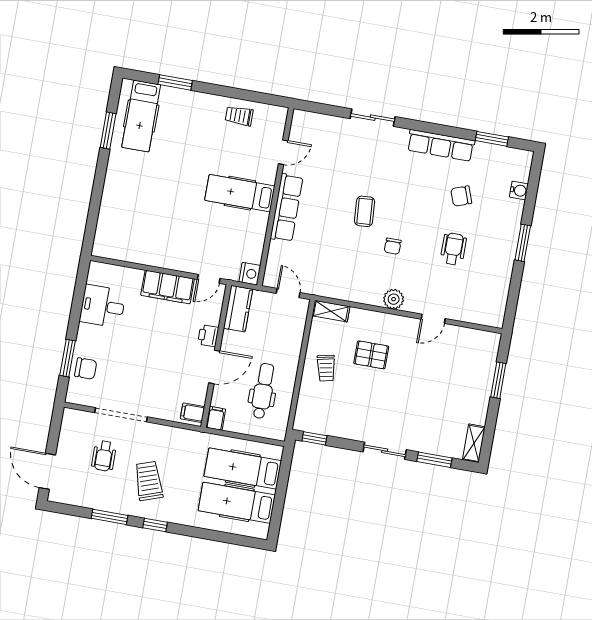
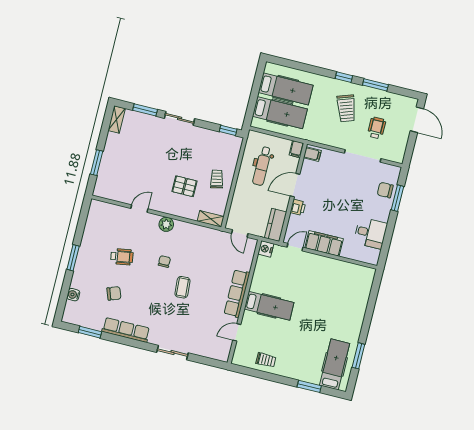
wheelchair: (453, 249) -> (122, 257), turned -99

